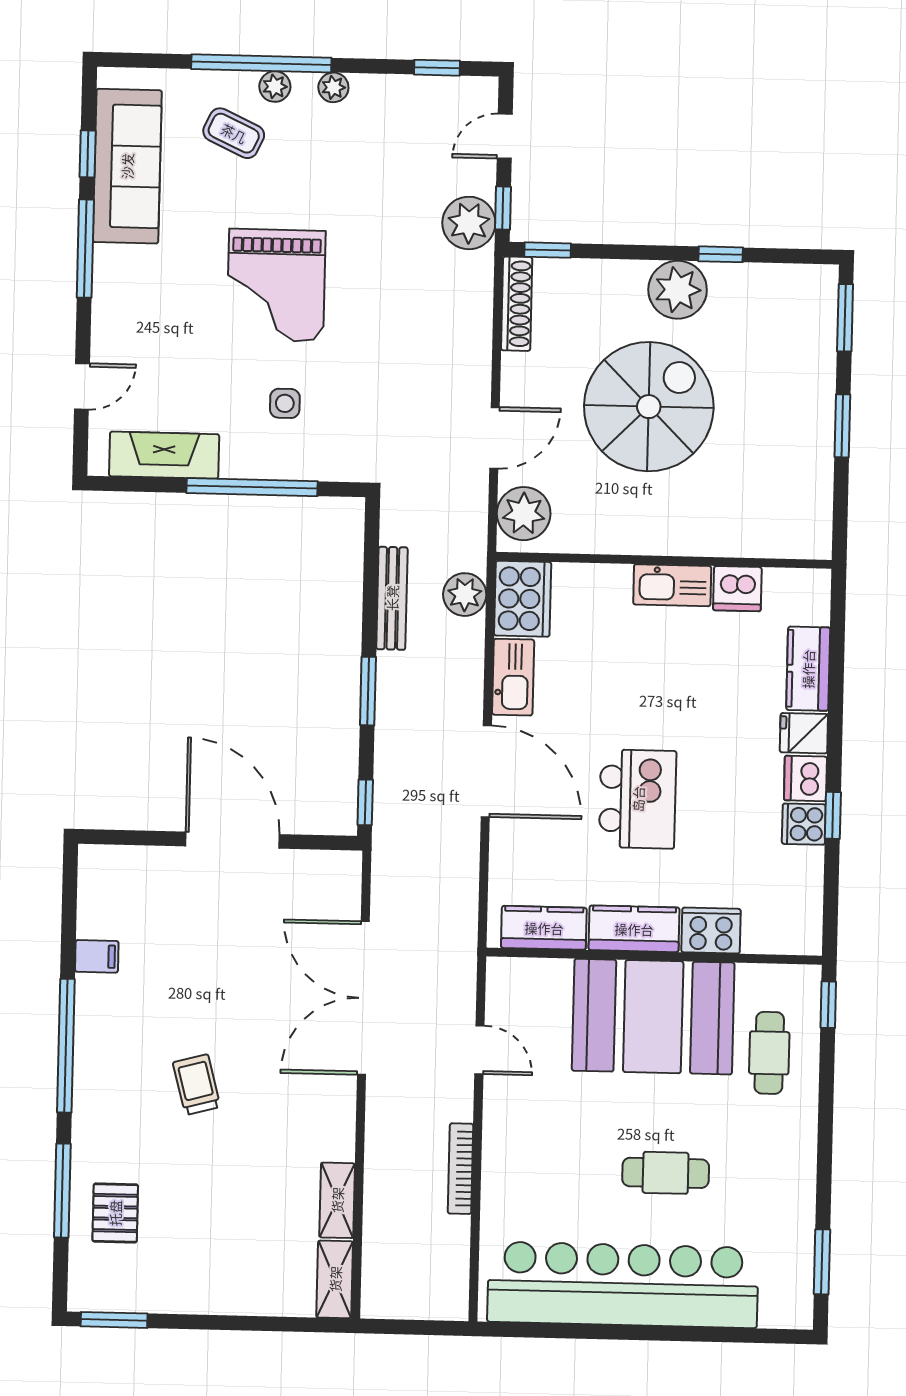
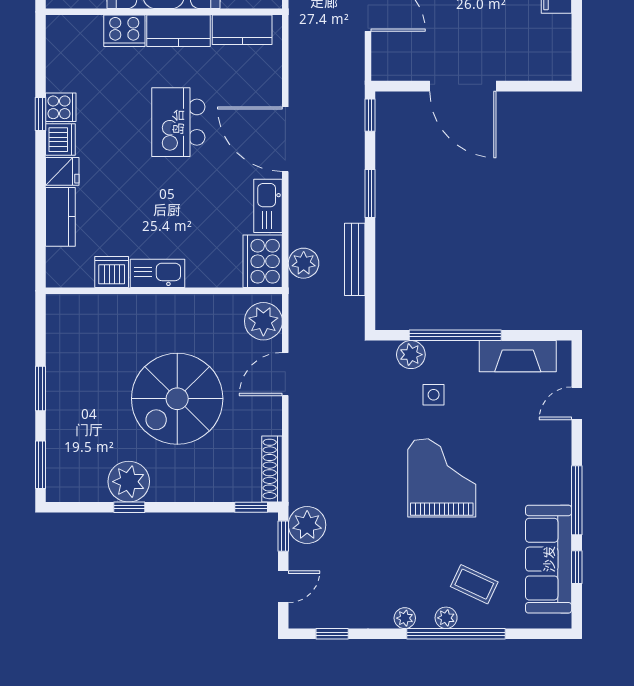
plant: (678, 290) -> (129, 482), moved
plant: (316, 461) -> (411, 355), added

